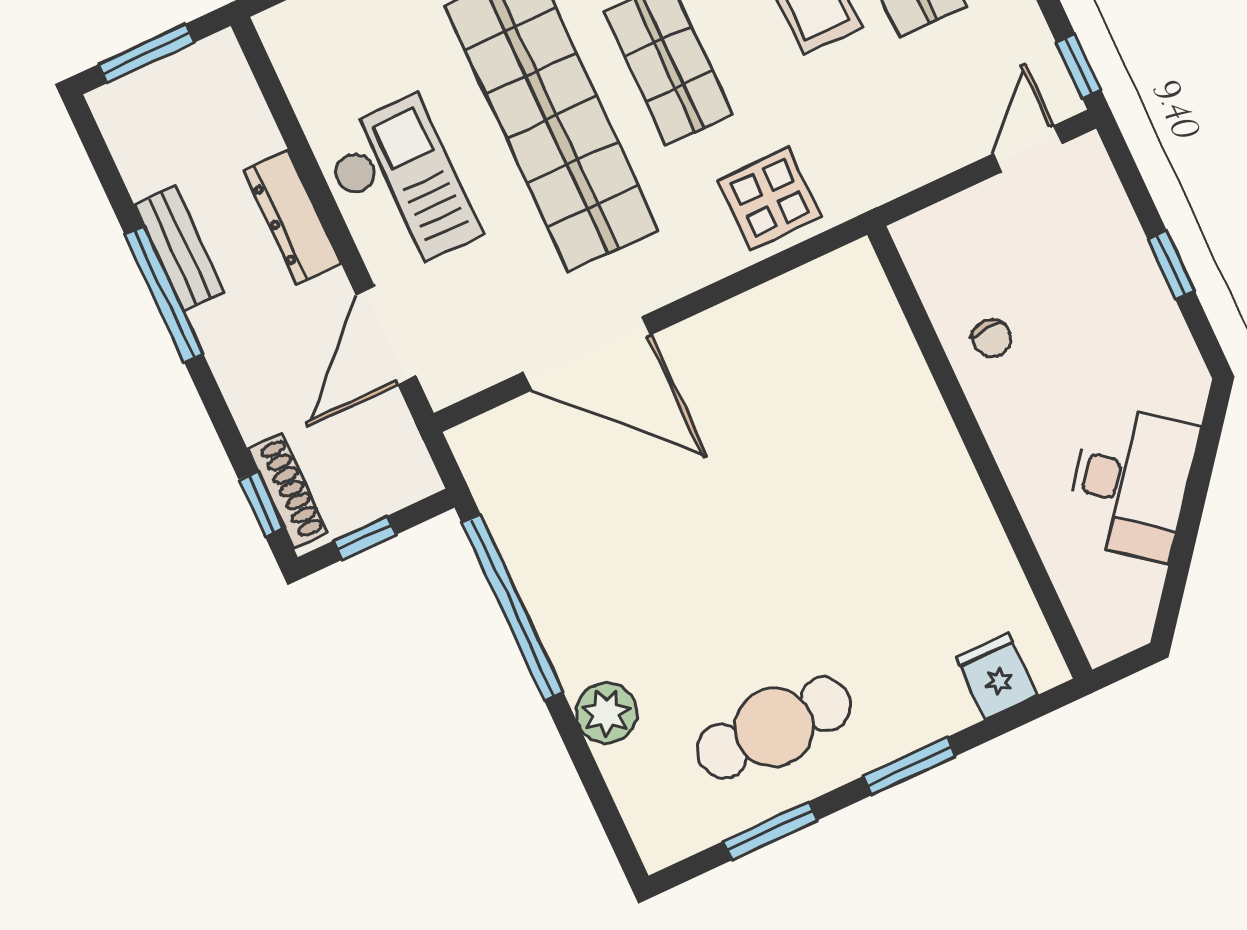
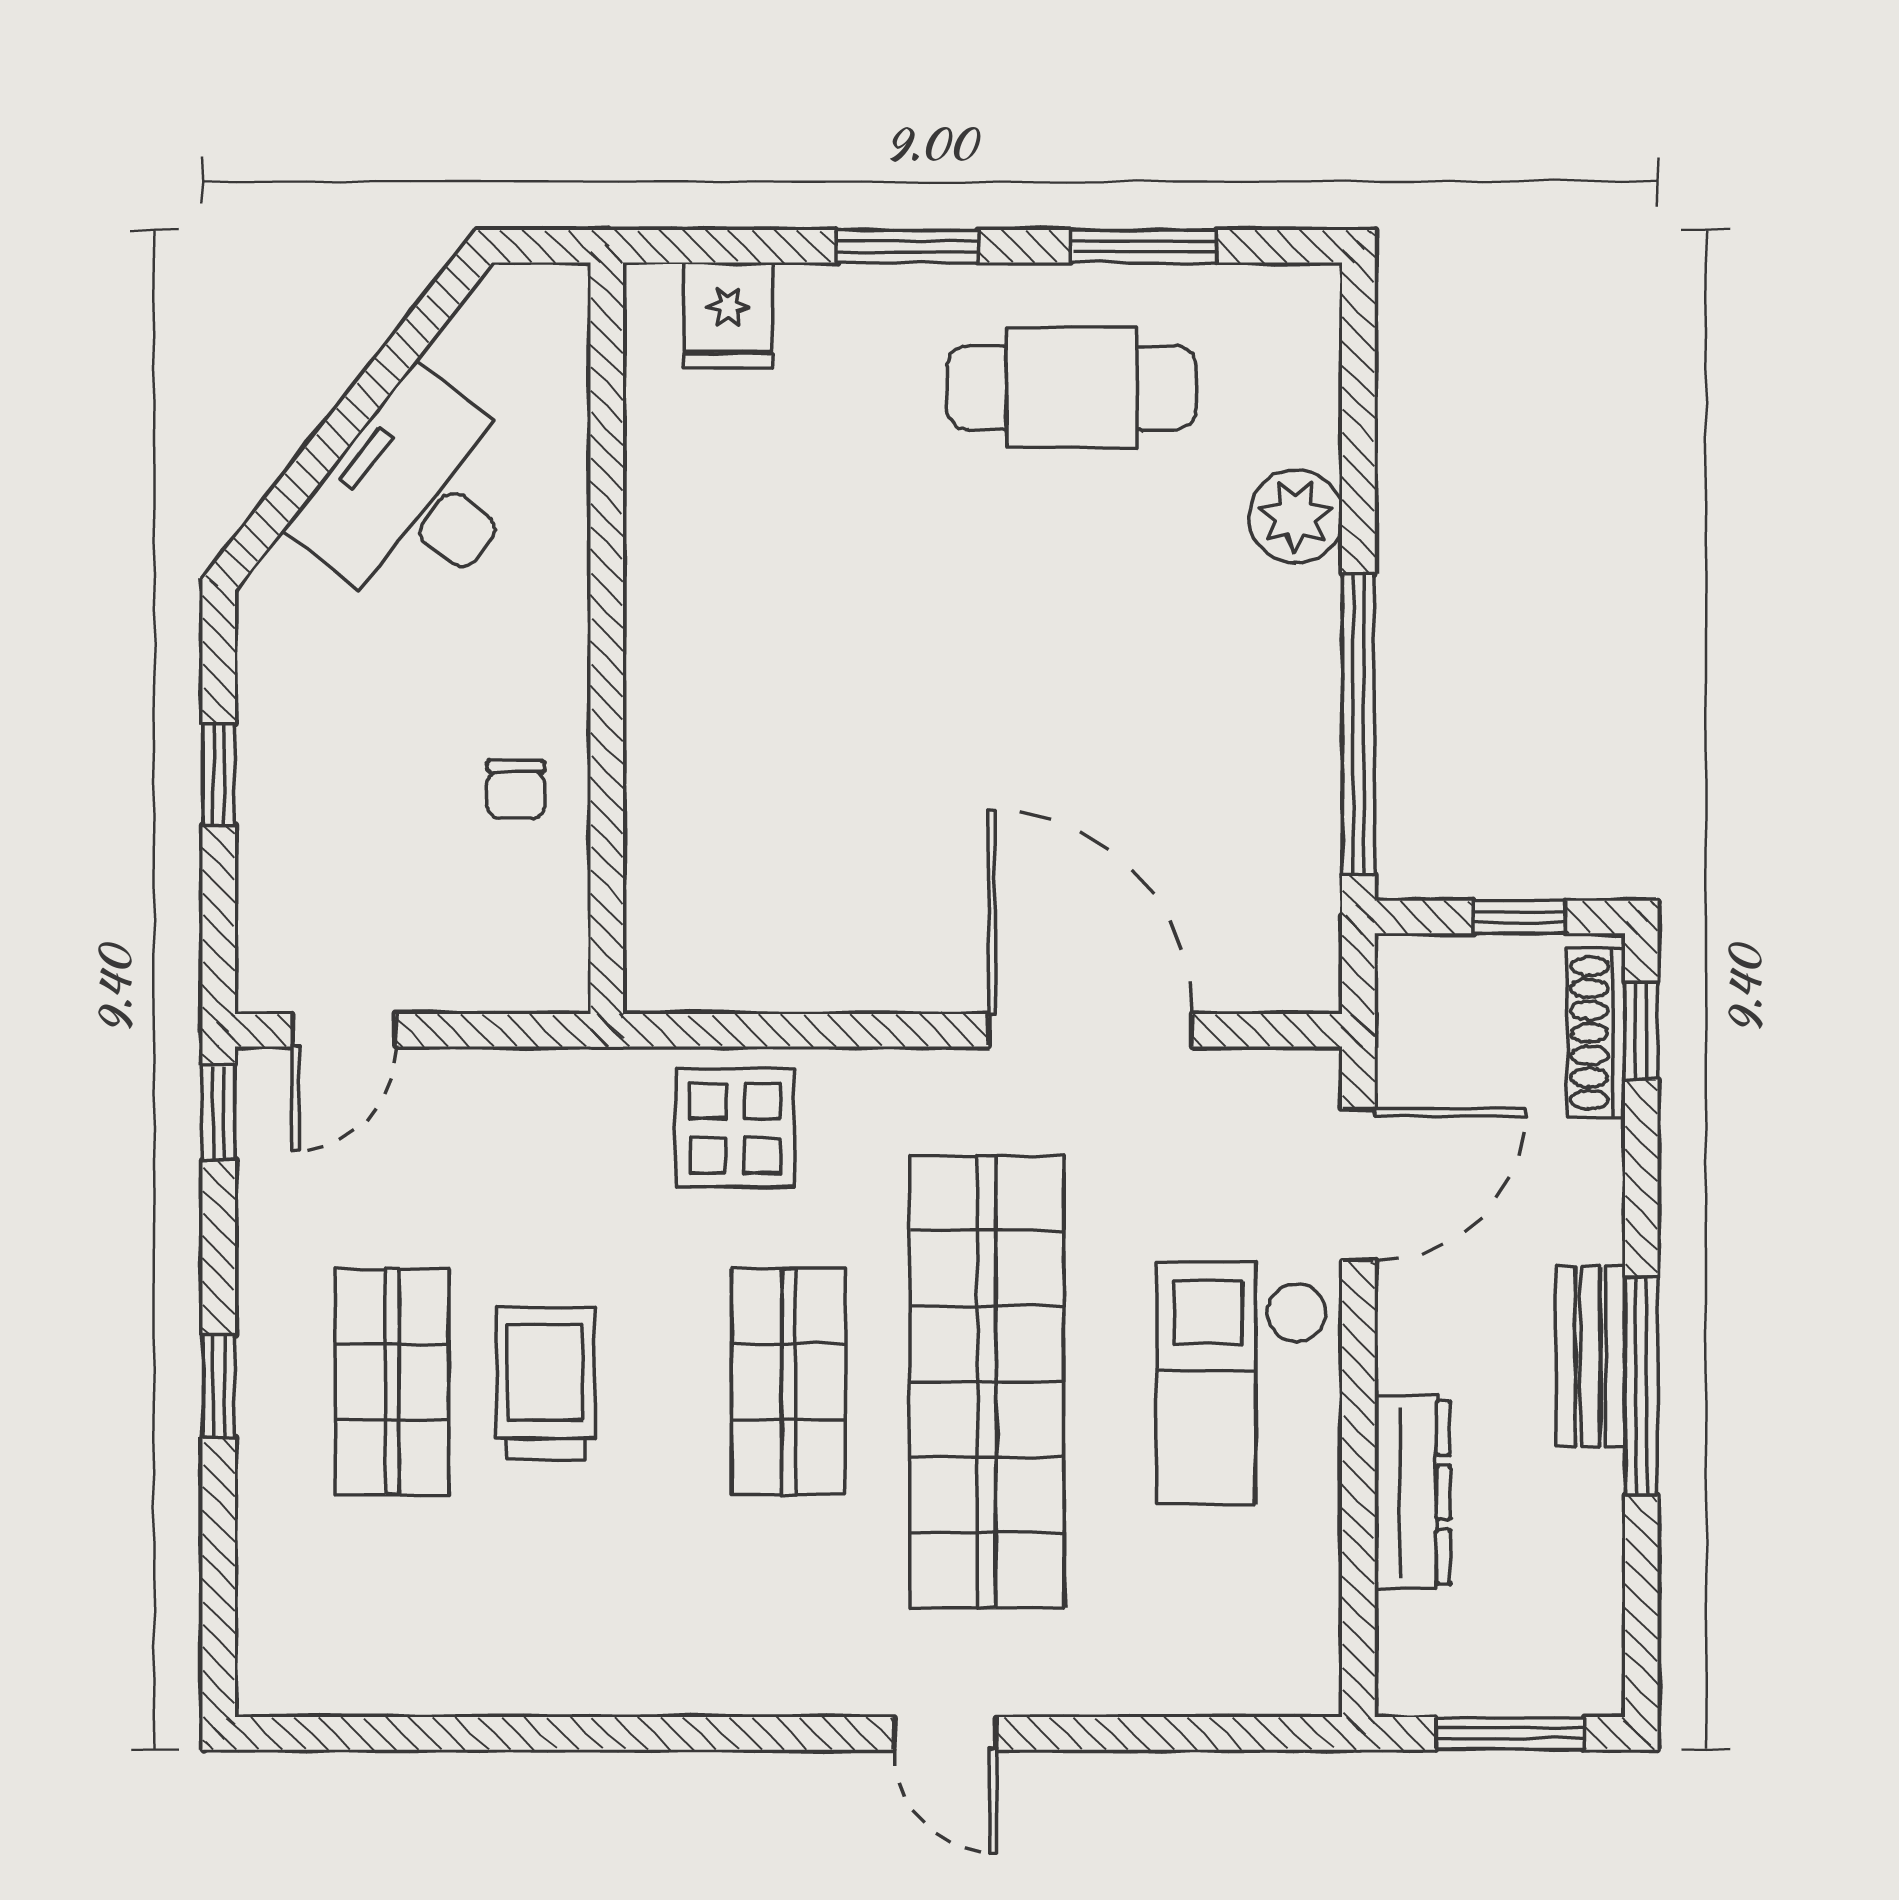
dresser: (292, 217) -> (1412, 1492), moved
bench: (179, 249) -> (1591, 1356), moved
chair: (992, 338) -> (516, 789), turned 180

